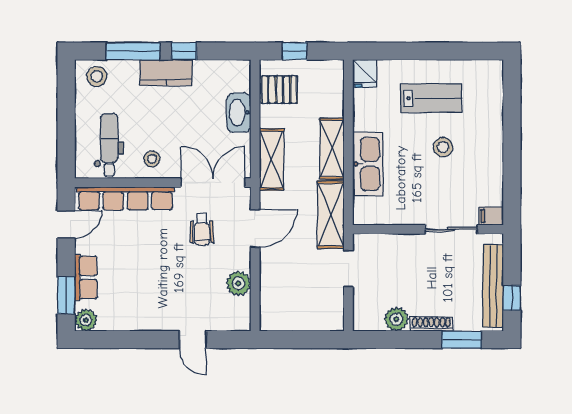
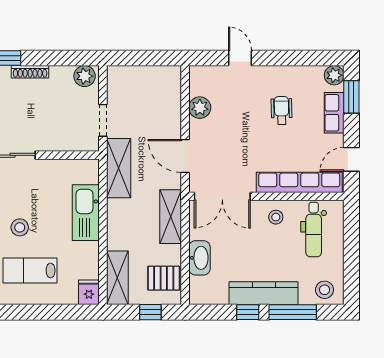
kitchen counter: (166, 73) -> (264, 293), width x1.50
shelving: (332, 149) -> (117, 278), moved
door: (255, 228) -> (185, 156), hinge flipped
wheelchair: (202, 229) -> (282, 110), moved
plant: (396, 319) -> (85, 76), moved

